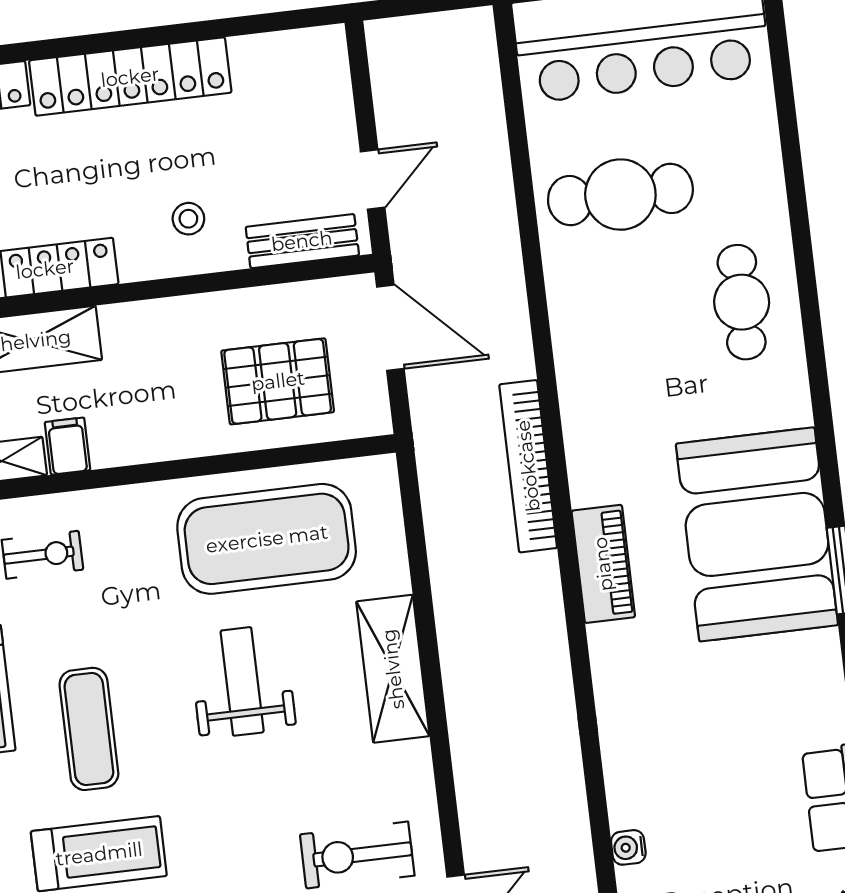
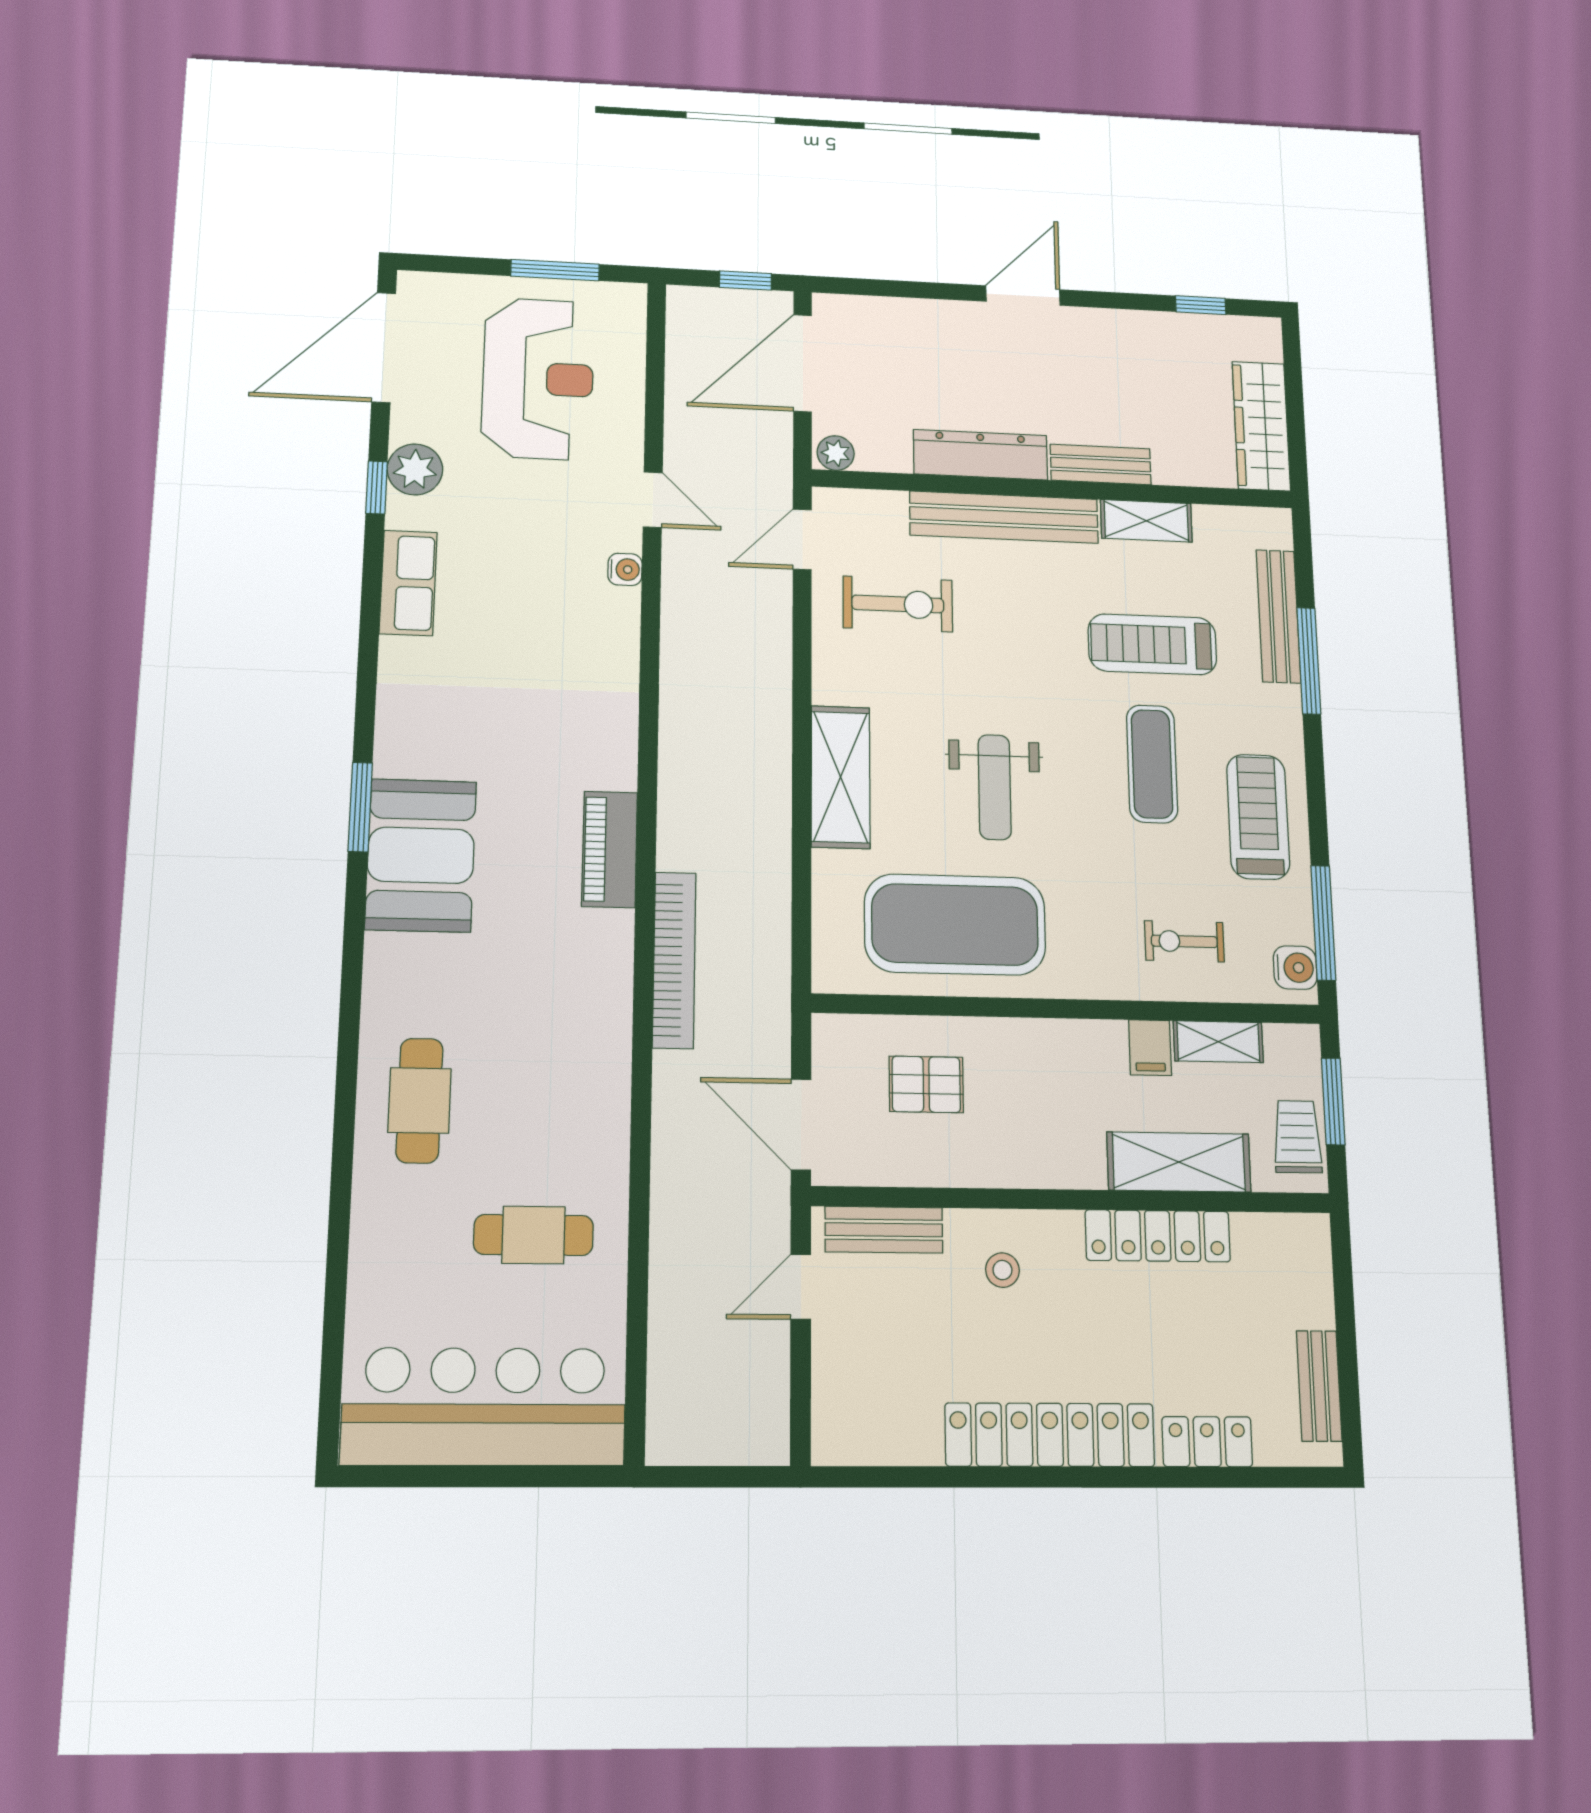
cafe table: (620, 195) -> (534, 1235), width x0.73, depth x0.74
pallet: (278, 381) -> (926, 1084), width x0.67, depth x0.71
booth: (757, 534) -> (421, 855), width x0.73, depth x0.70

